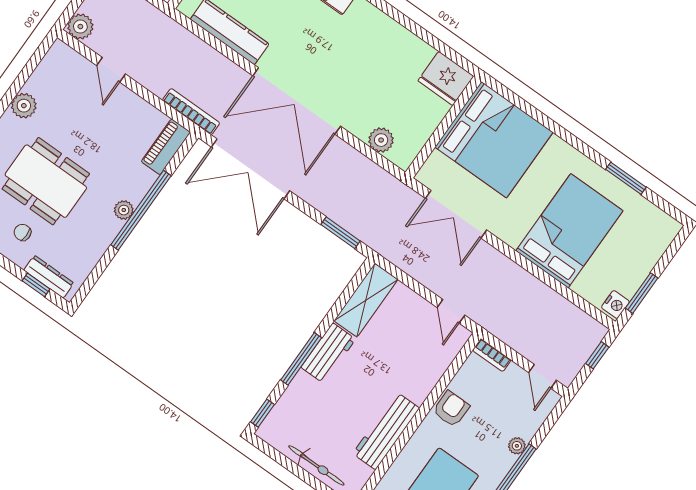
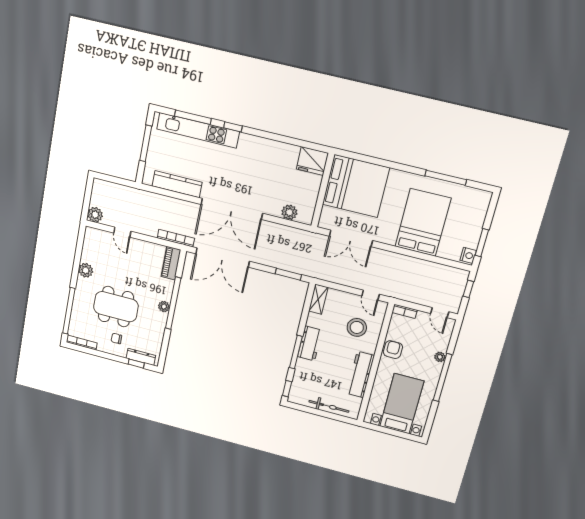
window: (626, 178) -> (446, 178), width x1.44
shelving: (366, 300) -> (318, 299), width x0.67, depth x0.75
stool: (410, 354) -> (357, 327), added

